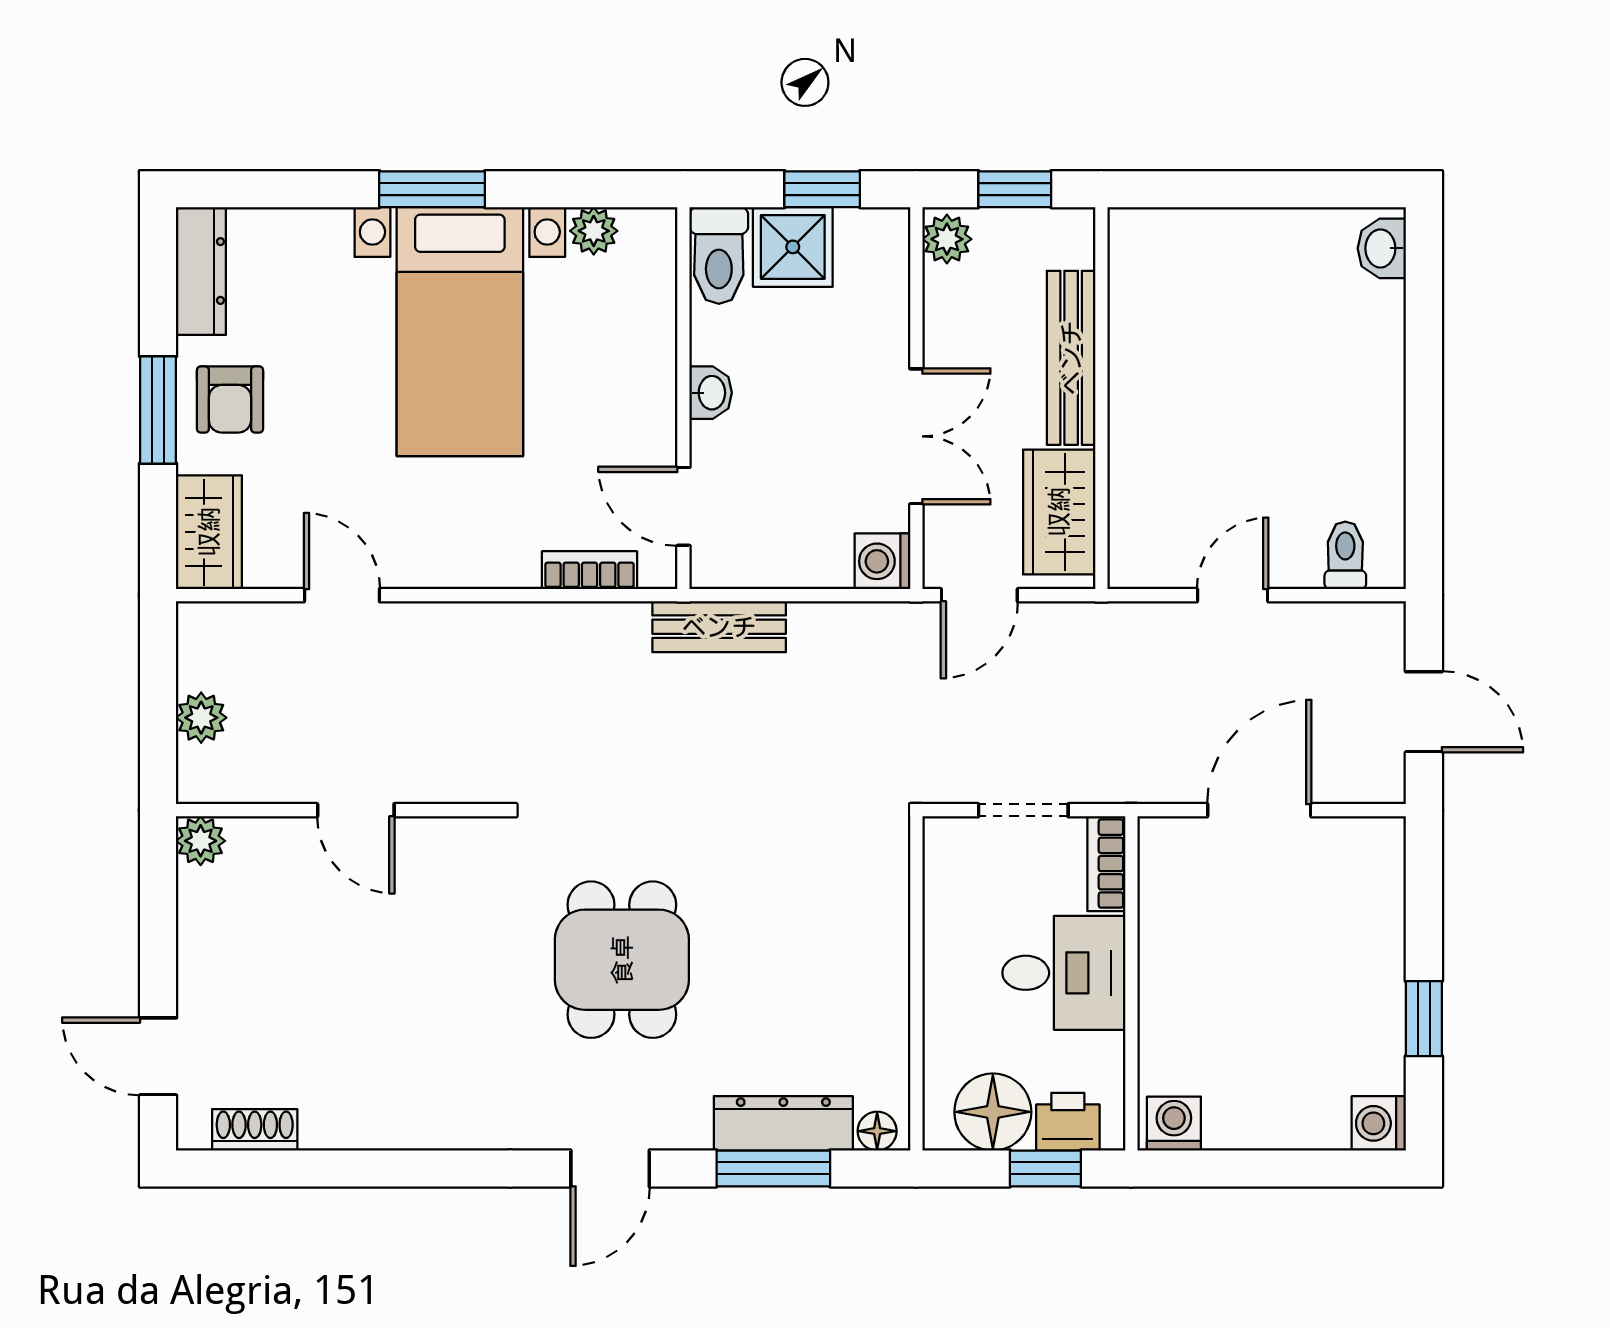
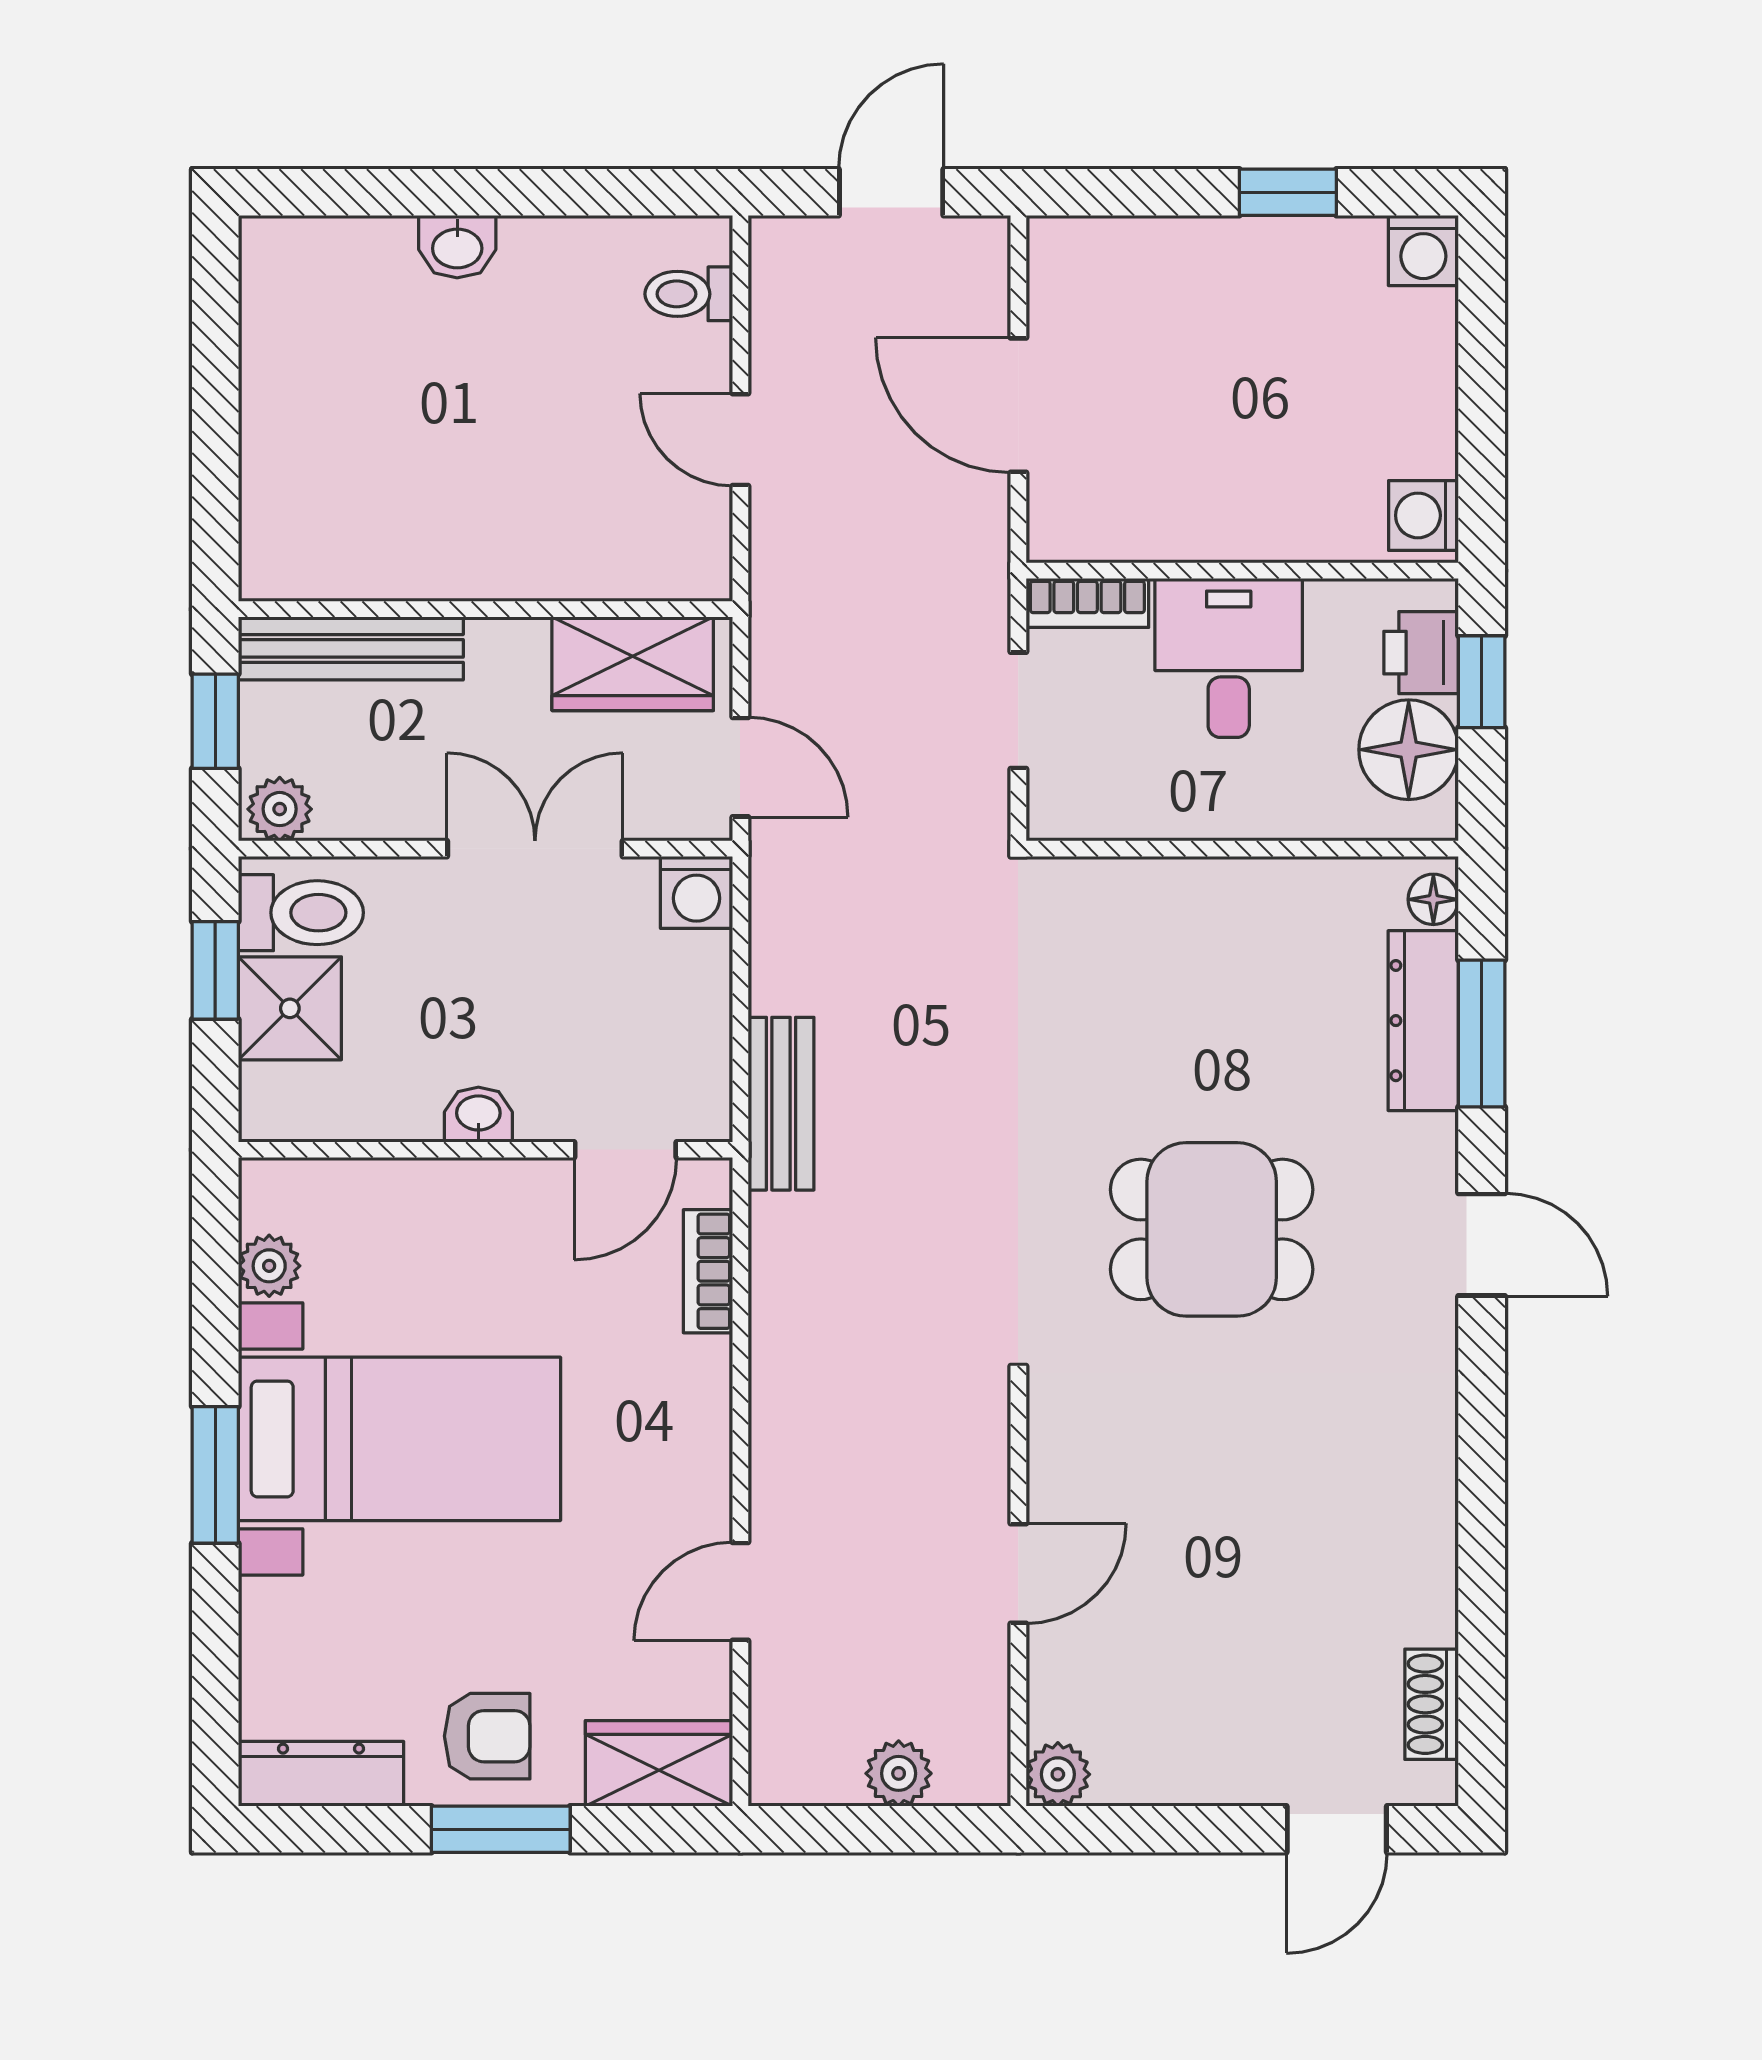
washbasin: (1382, 248) -> (457, 247), moved
toilet: (719, 255) -> (301, 913), moved
bench: (1071, 358) -> (351, 648), moved

